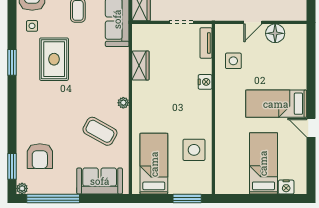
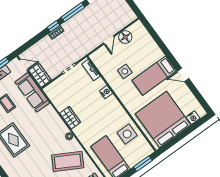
side table: (233, 61) -> (125, 71), moved
wardrobe: (140, 66) -> (70, 118), moved
coffee table: (100, 131) -> (68, 161), width x1.36, depth x1.32
bed: (263, 163) -> (163, 119), width x2.04

